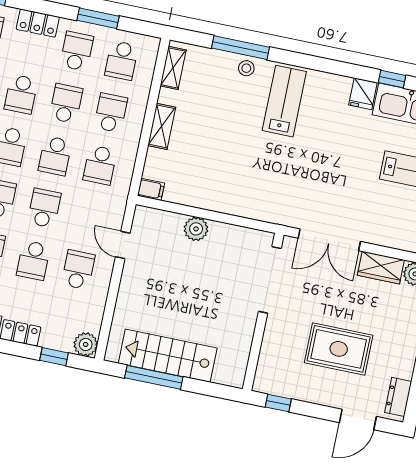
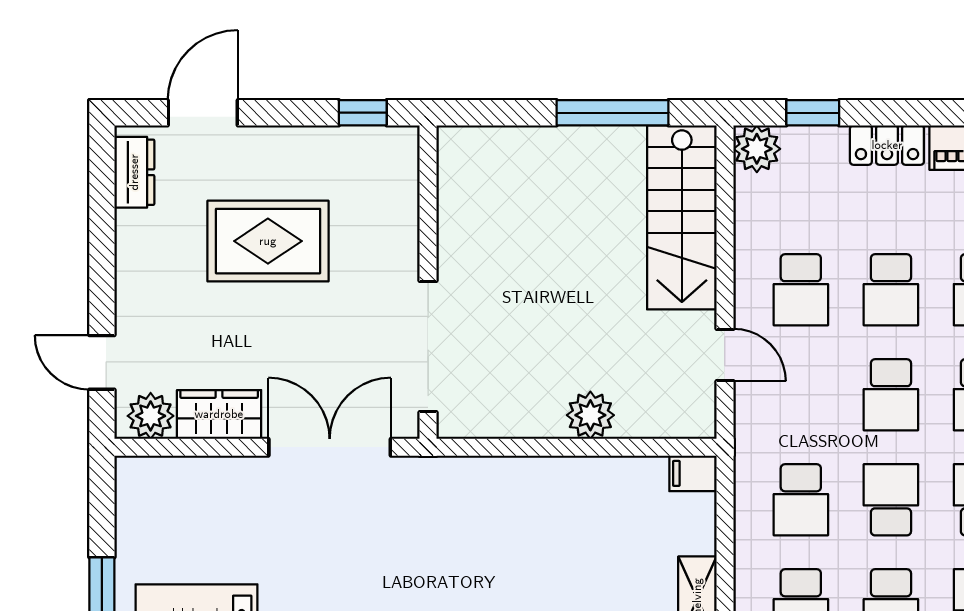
school desk: (100, 165) -> (801, 500), turned 180
school desk: (33, 260) -> (891, 290), turned 180
stairs: (168, 356) -> (682, 217), moved, turned 90

